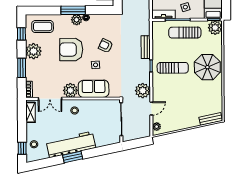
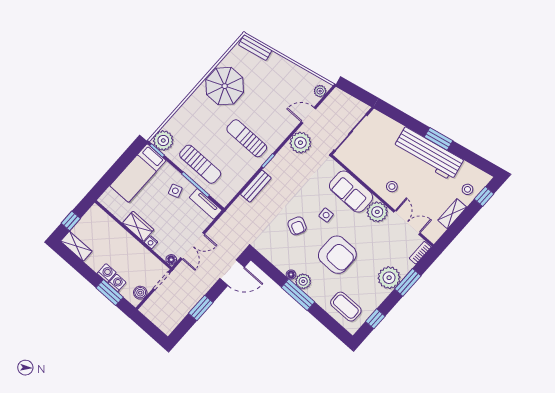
plant: (33, 51) -> (389, 278), moved
parasol: (207, 67) -> (225, 86), moved
shelving: (30, 112) -> (452, 214), moved

